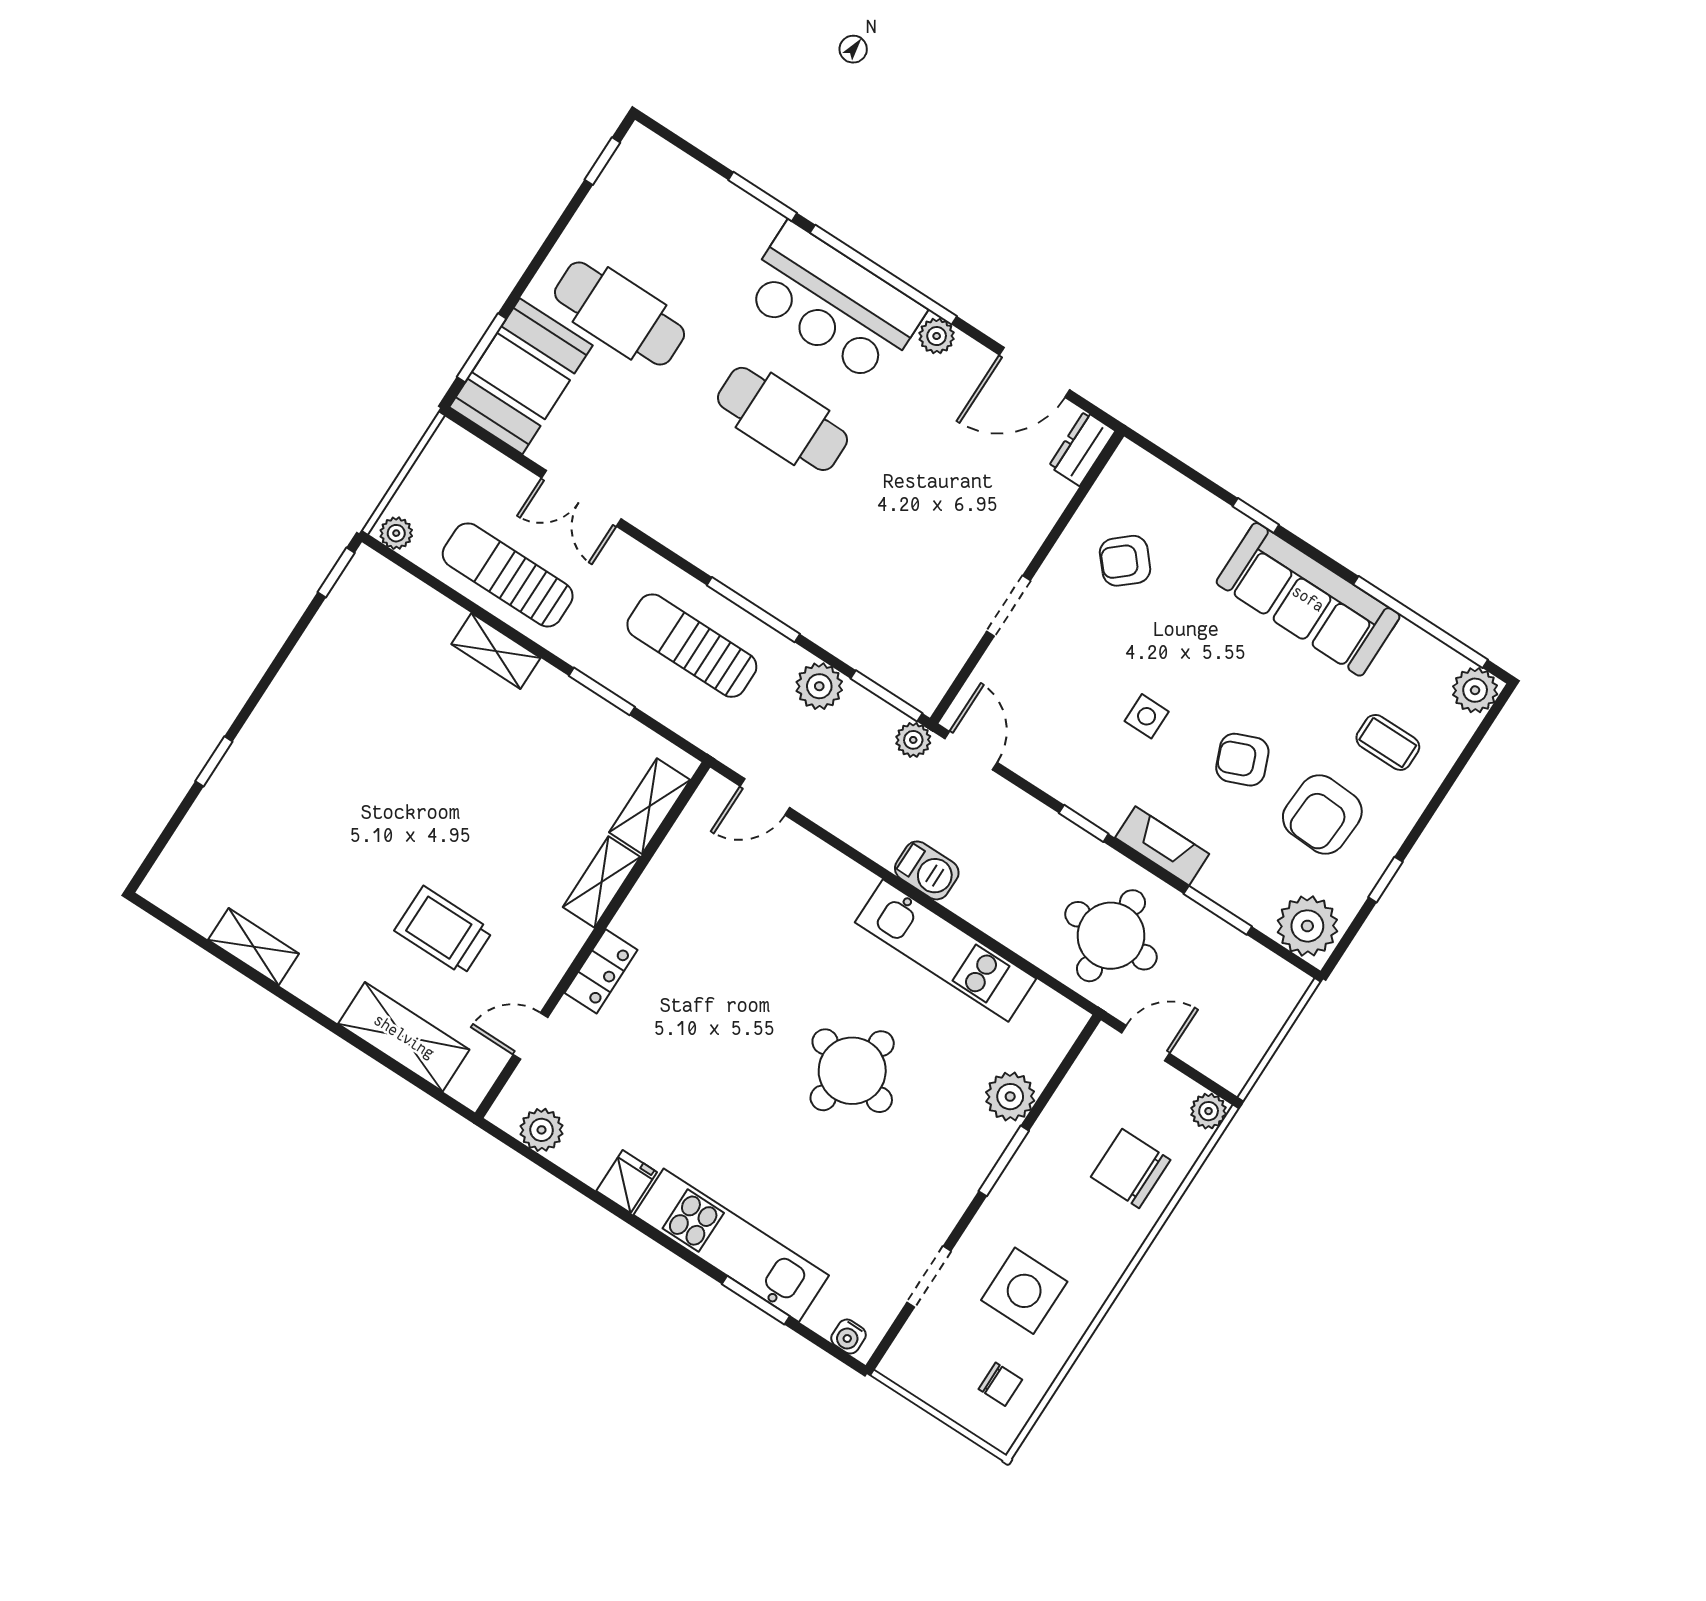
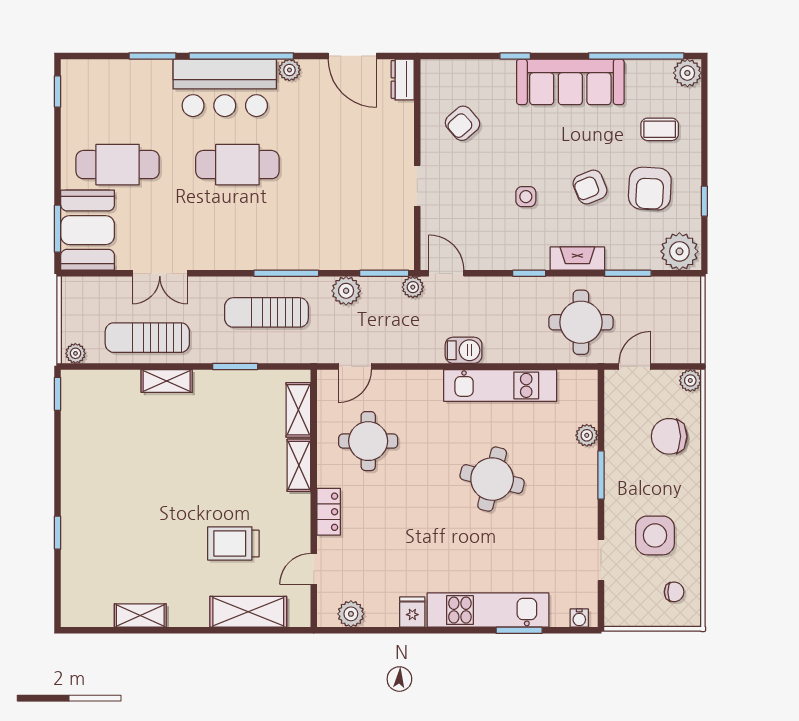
door: (1035, 372) -> (352, 56), hinge flipped
round table: (717, 910) -> (368, 441), added
plant: (1010, 1097) -> (587, 435), width x0.73, depth x0.73

